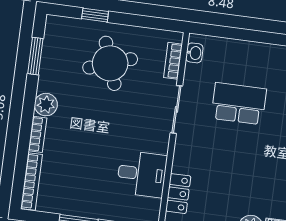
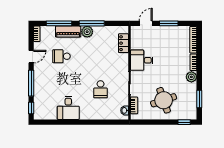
window: (95, 15) -> (184, 122), moved
school desk: (239, 104) -> (101, 89), width x0.54
desk: (142, 174) -> (142, 60), moved

